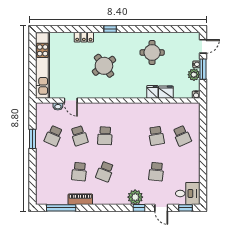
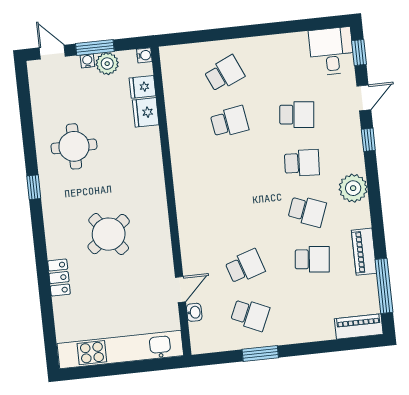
window: (110, 29) -> (34, 187), moved
fridge: (152, 92) -> (142, 87), moved
school desk: (105, 136) -> (302, 163), moved
piano: (41, 192) -> (359, 326), added
plant: (135, 197) -> (353, 188), moved

